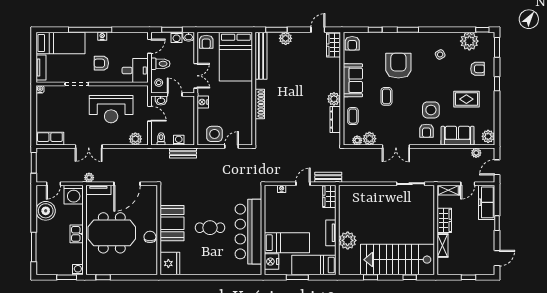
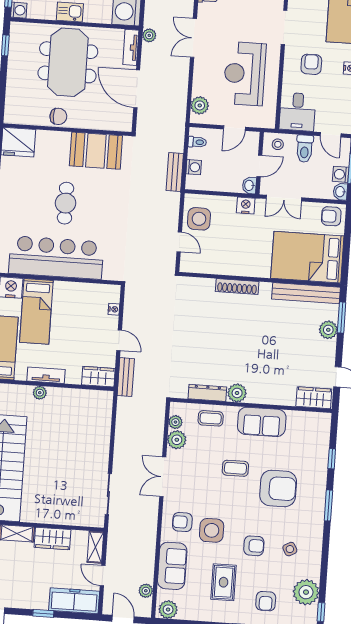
armchair: (352, 43) -> (254, 546), moved, turned 180
washbasin: (161, 100) -> (249, 185), moved
booth: (172, 223) -> (96, 151), moved
plant: (348, 240) -> (40, 393), width x0.53, depth x0.53

